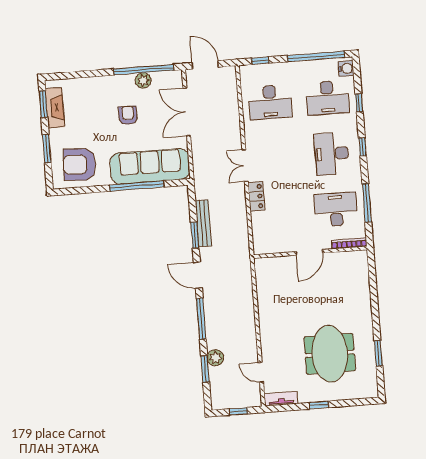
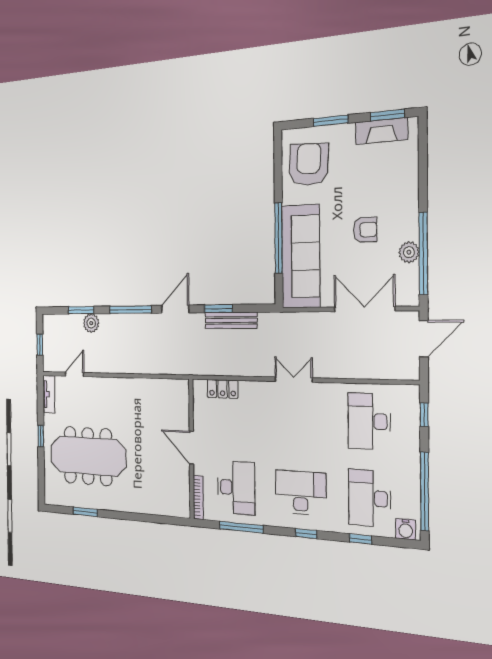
locker: (256, 196) -> (223, 389), moved
meeting table: (330, 354) -> (88, 456), width x1.36

